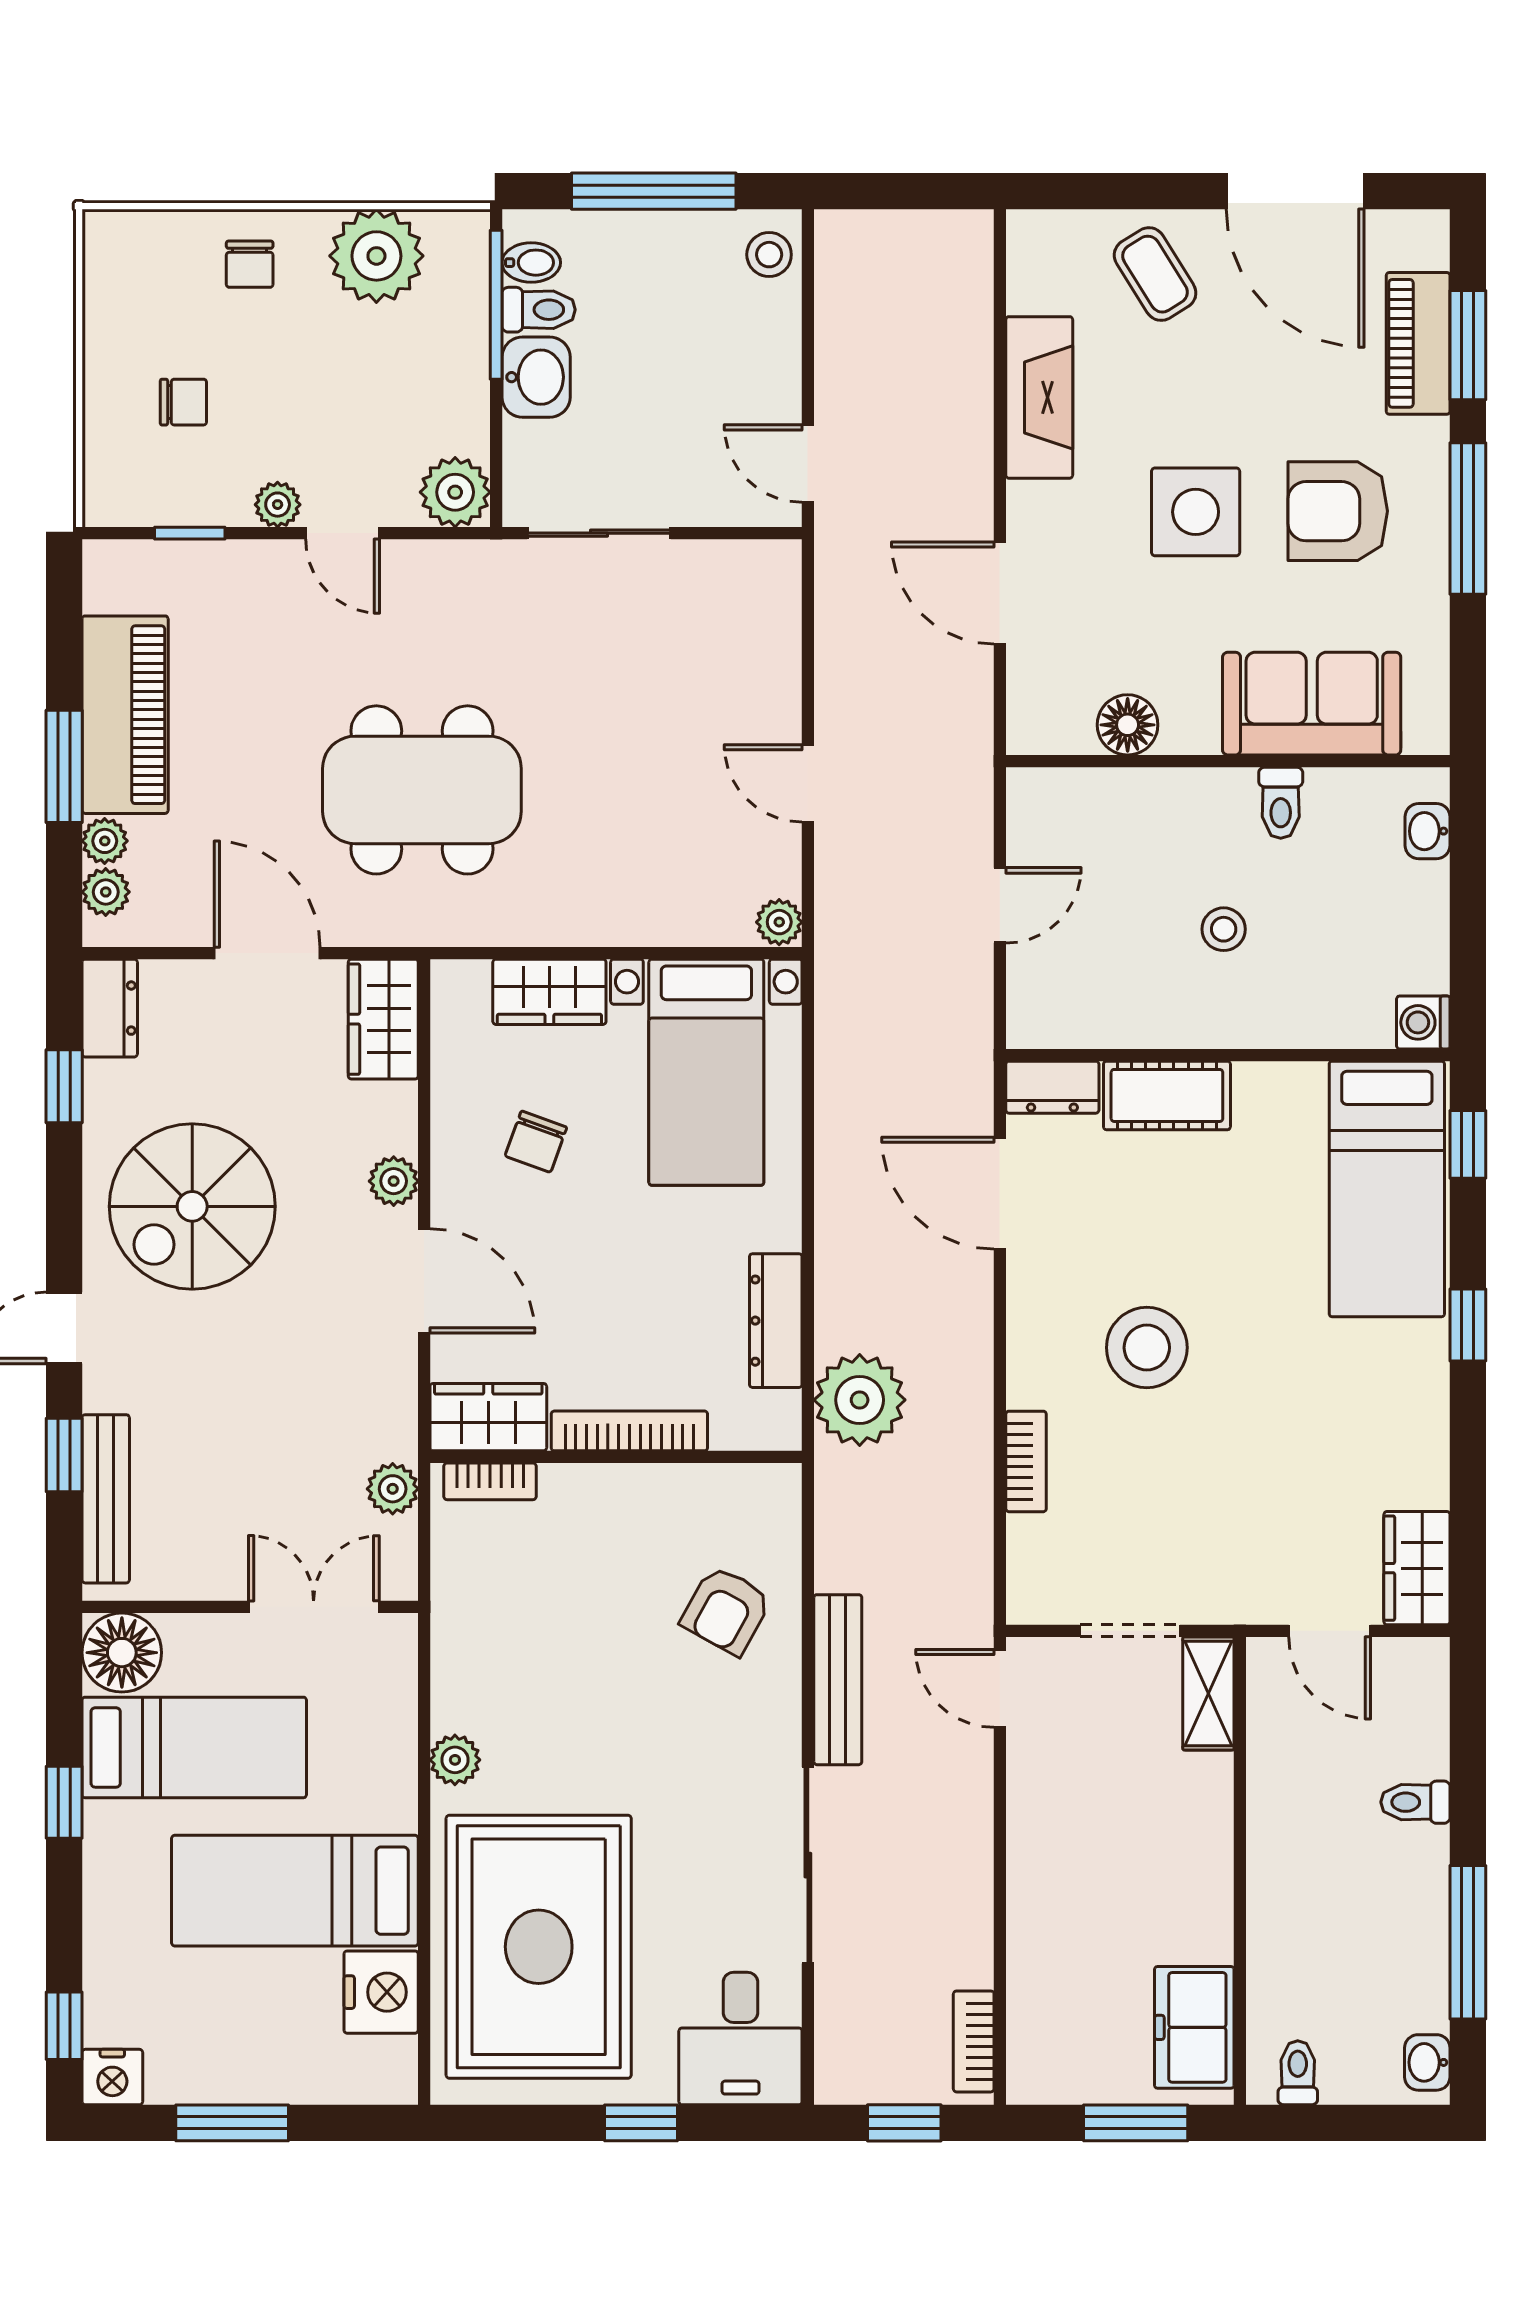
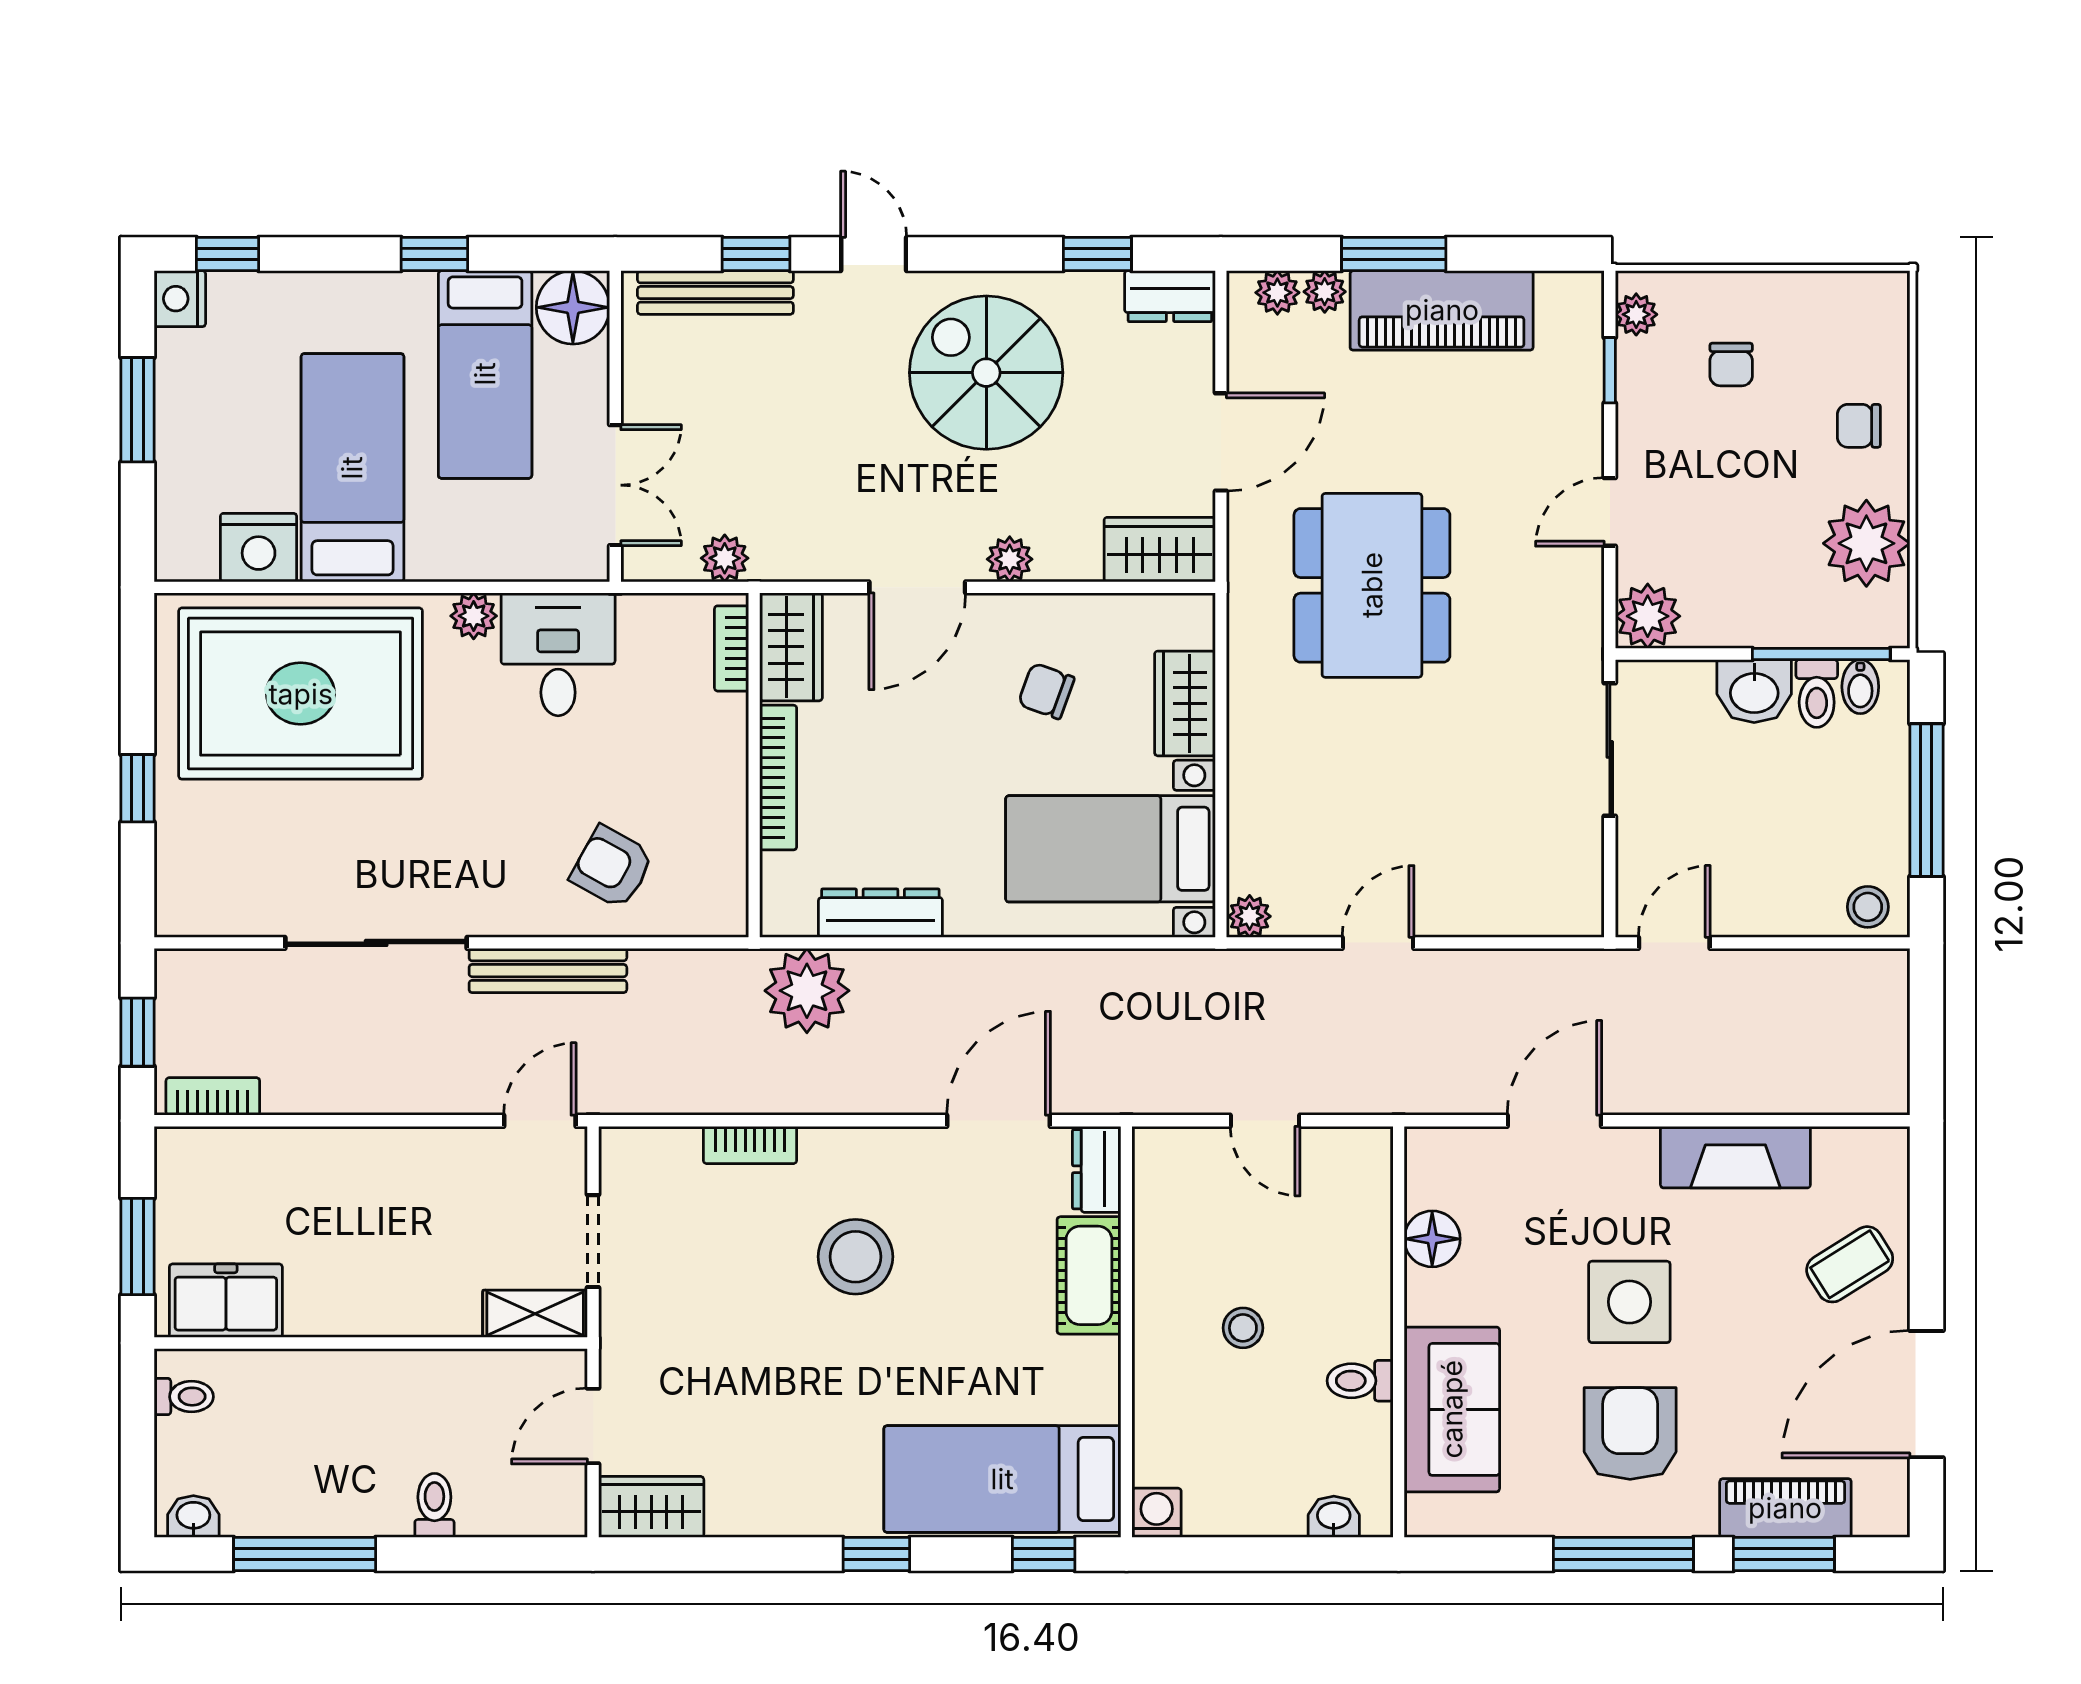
plant: (278, 505) -> (1636, 314), moved
desk: (740, 2038) -> (558, 654), moved, turned 90

